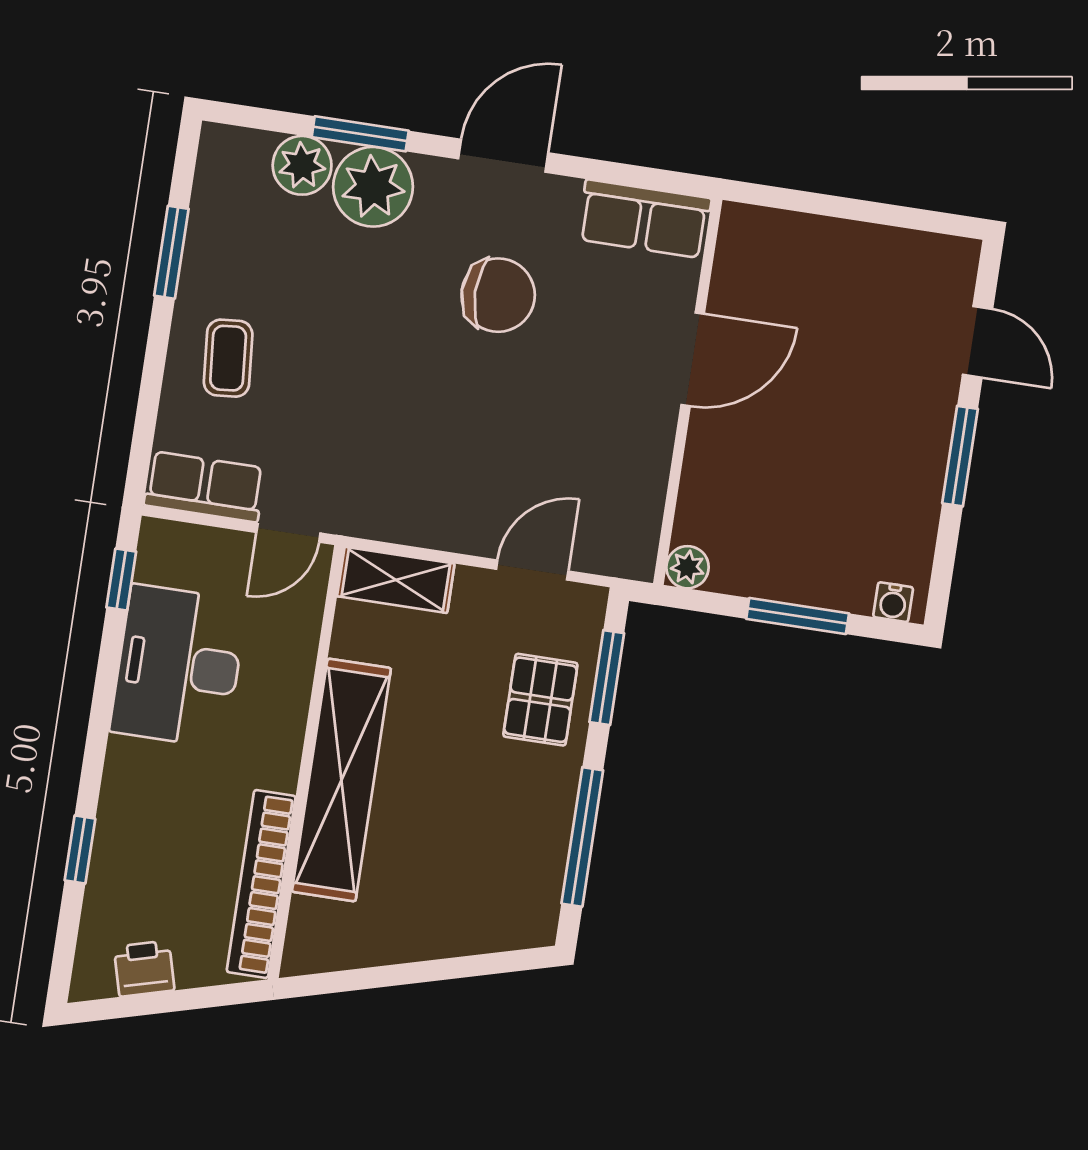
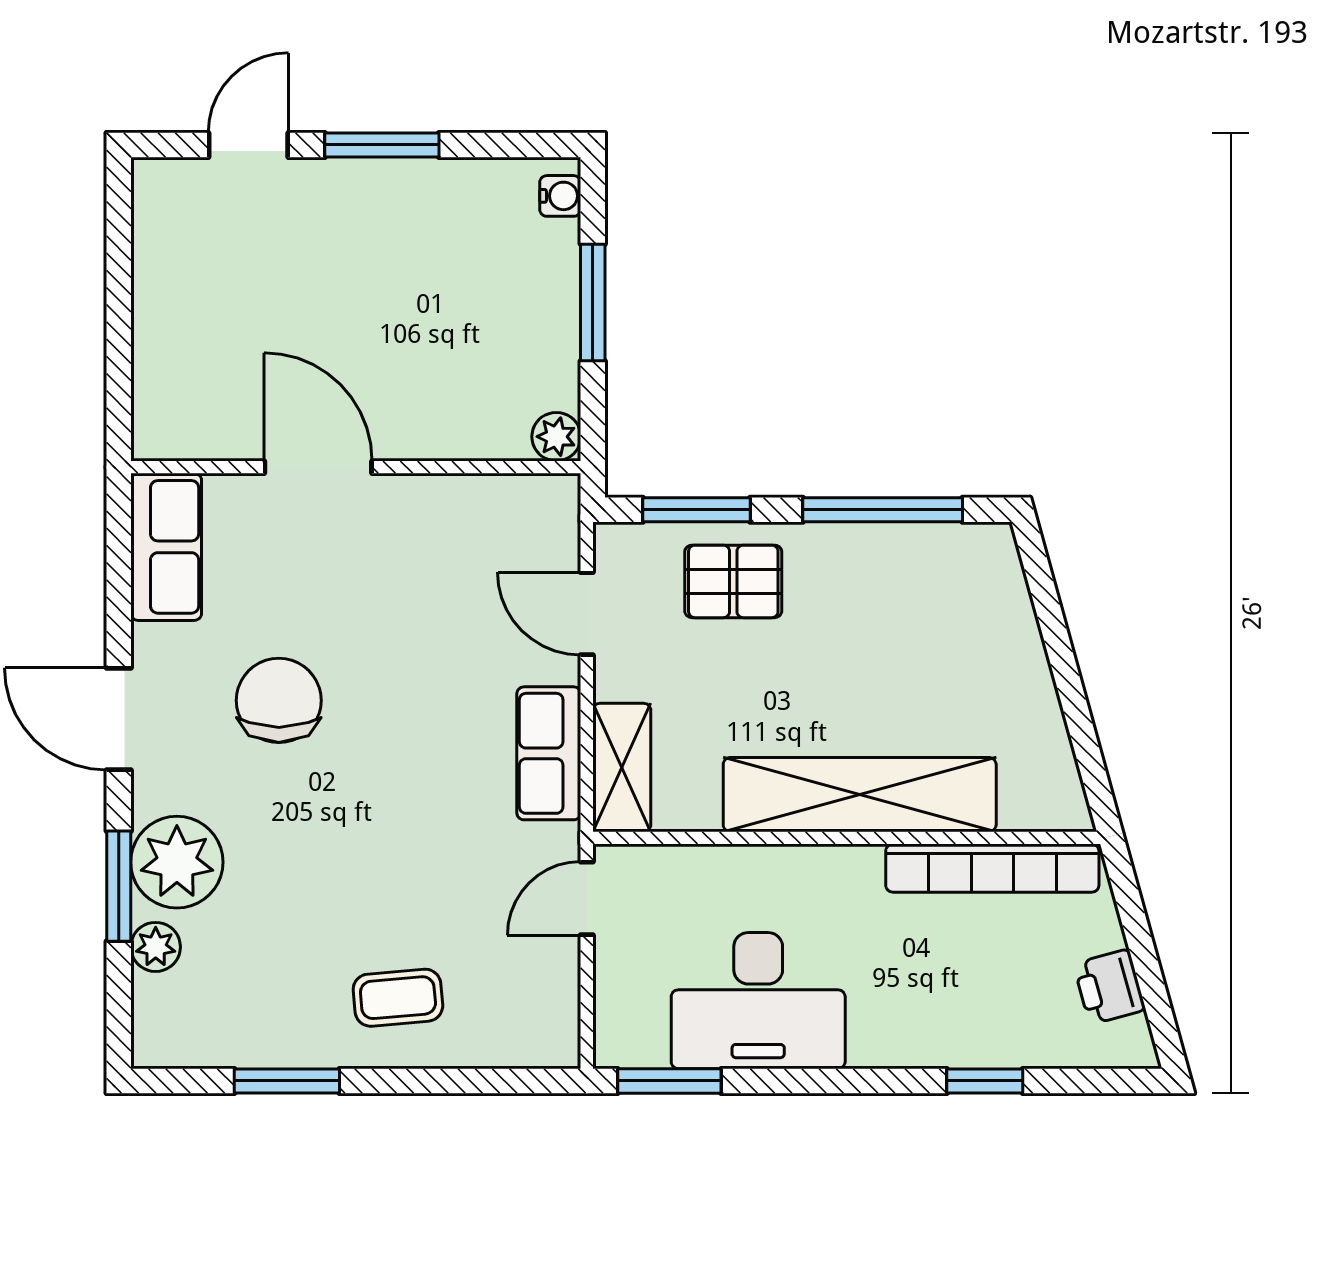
plant: (302, 165) -> (156, 947), width x0.73, depth x0.73
row of seats: (204, 487) -> (549, 753), moved
door: (288, 533) -> (587, 898), swing flipped
window: (121, 580) -> (669, 1081), width x1.50

